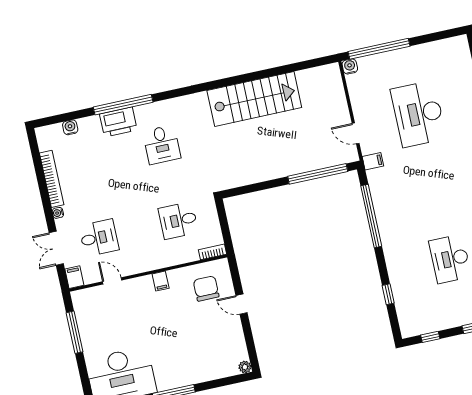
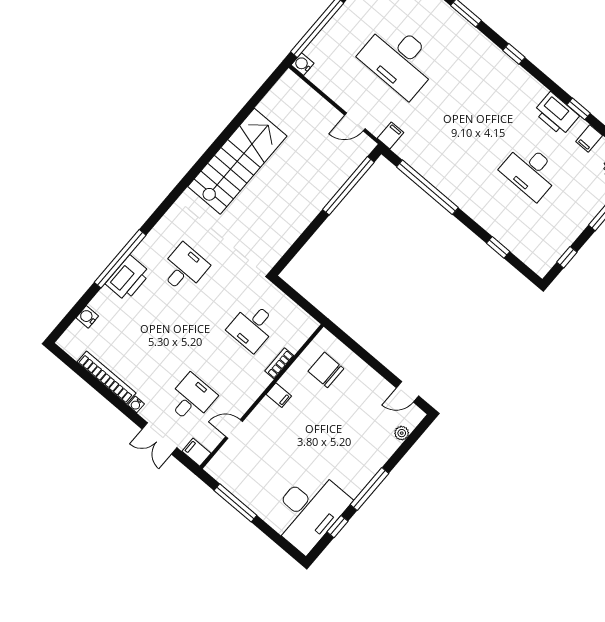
desk: (162, 145) -> (184, 268), turned -90
bookcase: (213, 252) -> (279, 363), moved
door: (241, 304) -> (407, 392), moved
plant: (245, 367) -> (402, 433), moved

